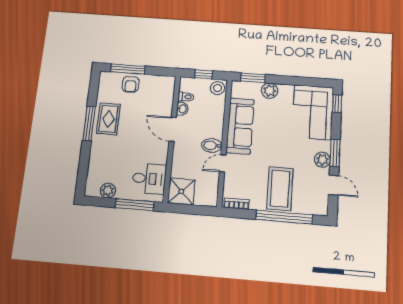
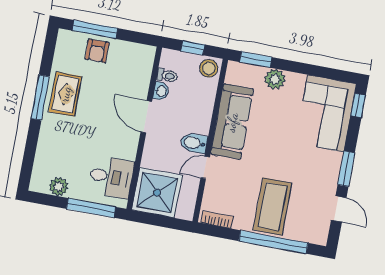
plant: (322, 160) -> (329, 176), removed
shower: (181, 191) -> (157, 193), width x1.37, depth x1.37

